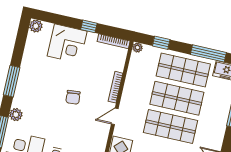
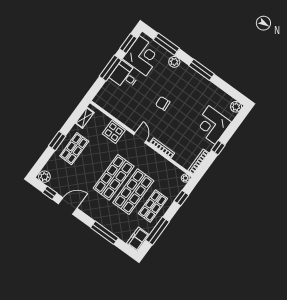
shop shelf: (183, 70) -> (153, 206), width x0.70, depth x0.74
chair: (73, 97) -> (163, 103), moved

